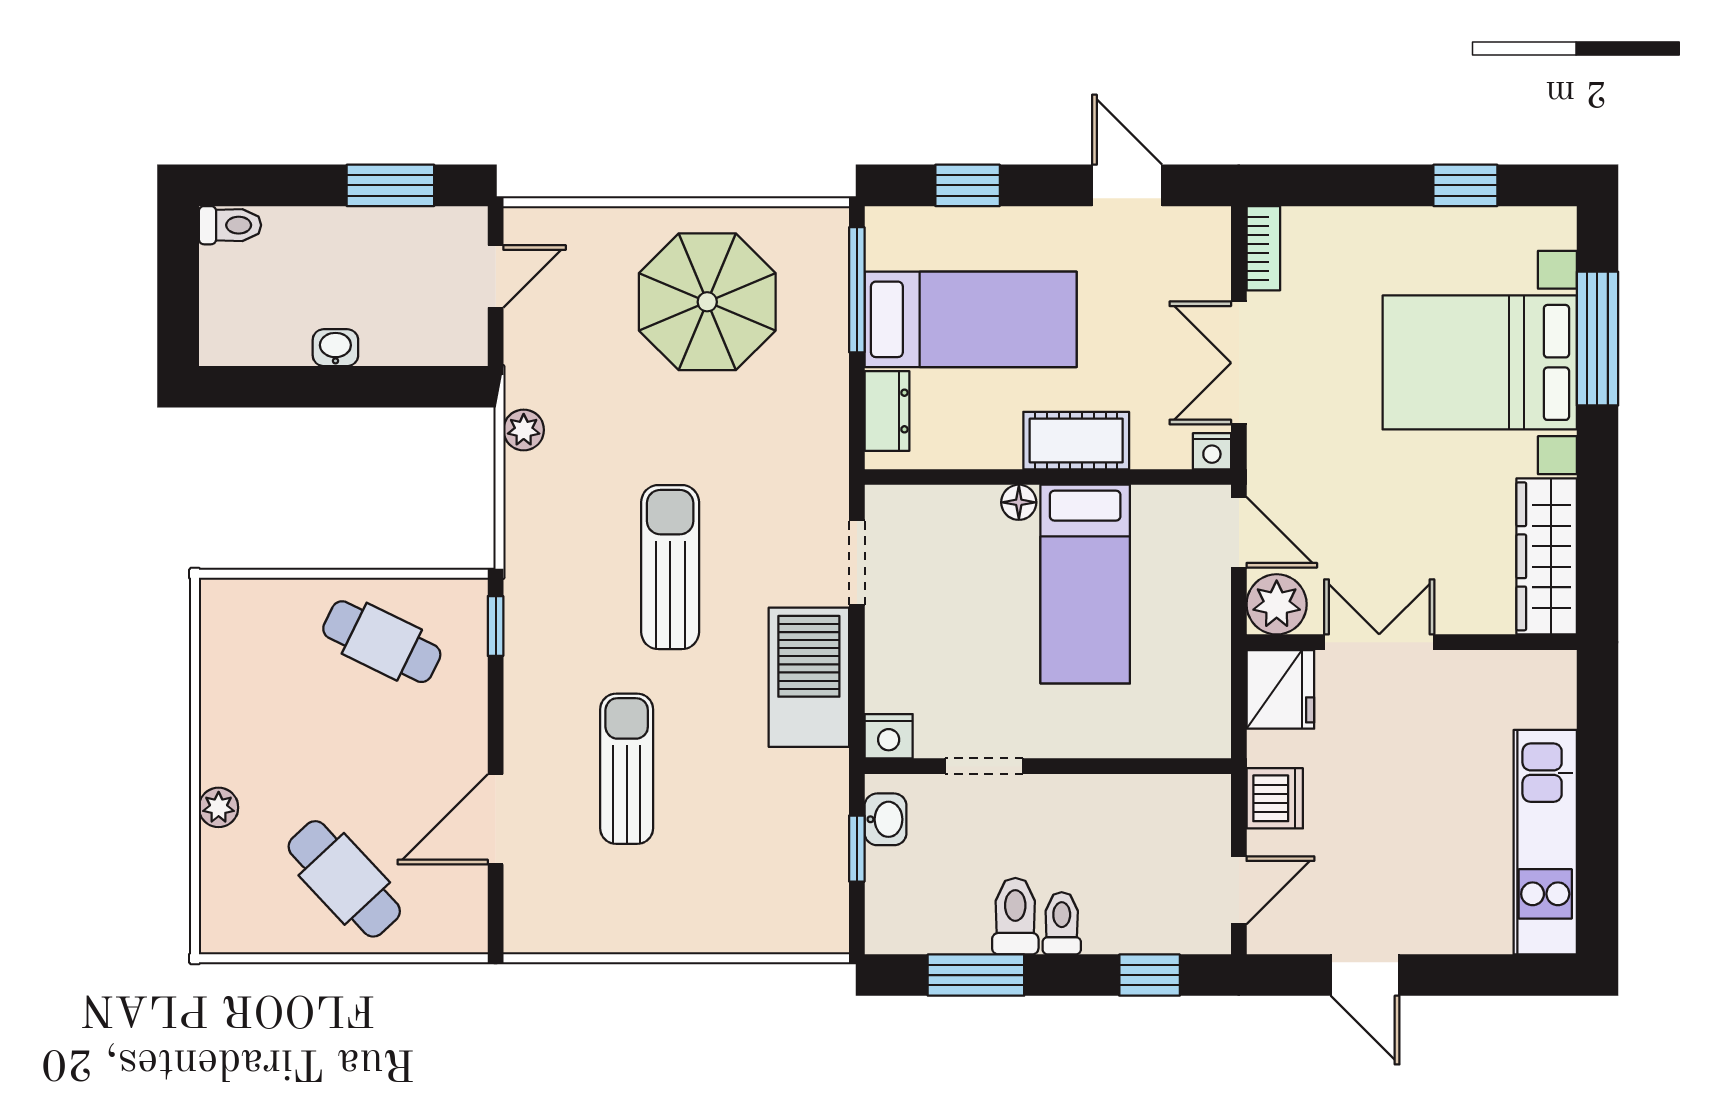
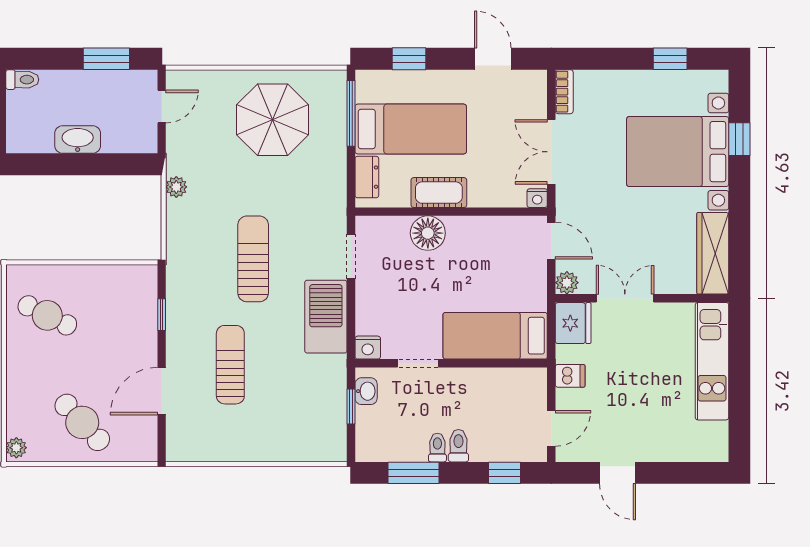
window: (1597, 339) -> (739, 139), width x0.46
washbasin: (335, 348) -> (78, 140), width x1.91, depth x1.45
cot: (1076, 441) -> (439, 193), moved
floor lamp: (1019, 502) -> (428, 233), width x1.89, depth x1.89
bed: (1085, 584) -> (495, 336), moved, turned 90
plant: (1277, 604) -> (567, 283), width x0.73, depth x0.73
window: (496, 626) -> (162, 315), moved
cafe table: (382, 642) -> (47, 315), moved
dishwasher: (1275, 798) -> (570, 376), width x0.73
plant: (219, 807) -> (16, 448), moved
kitchen unit: (1545, 842) -> (712, 361), moved
toilet: (1015, 916) -> (437, 448), width x0.73, depth x0.72

